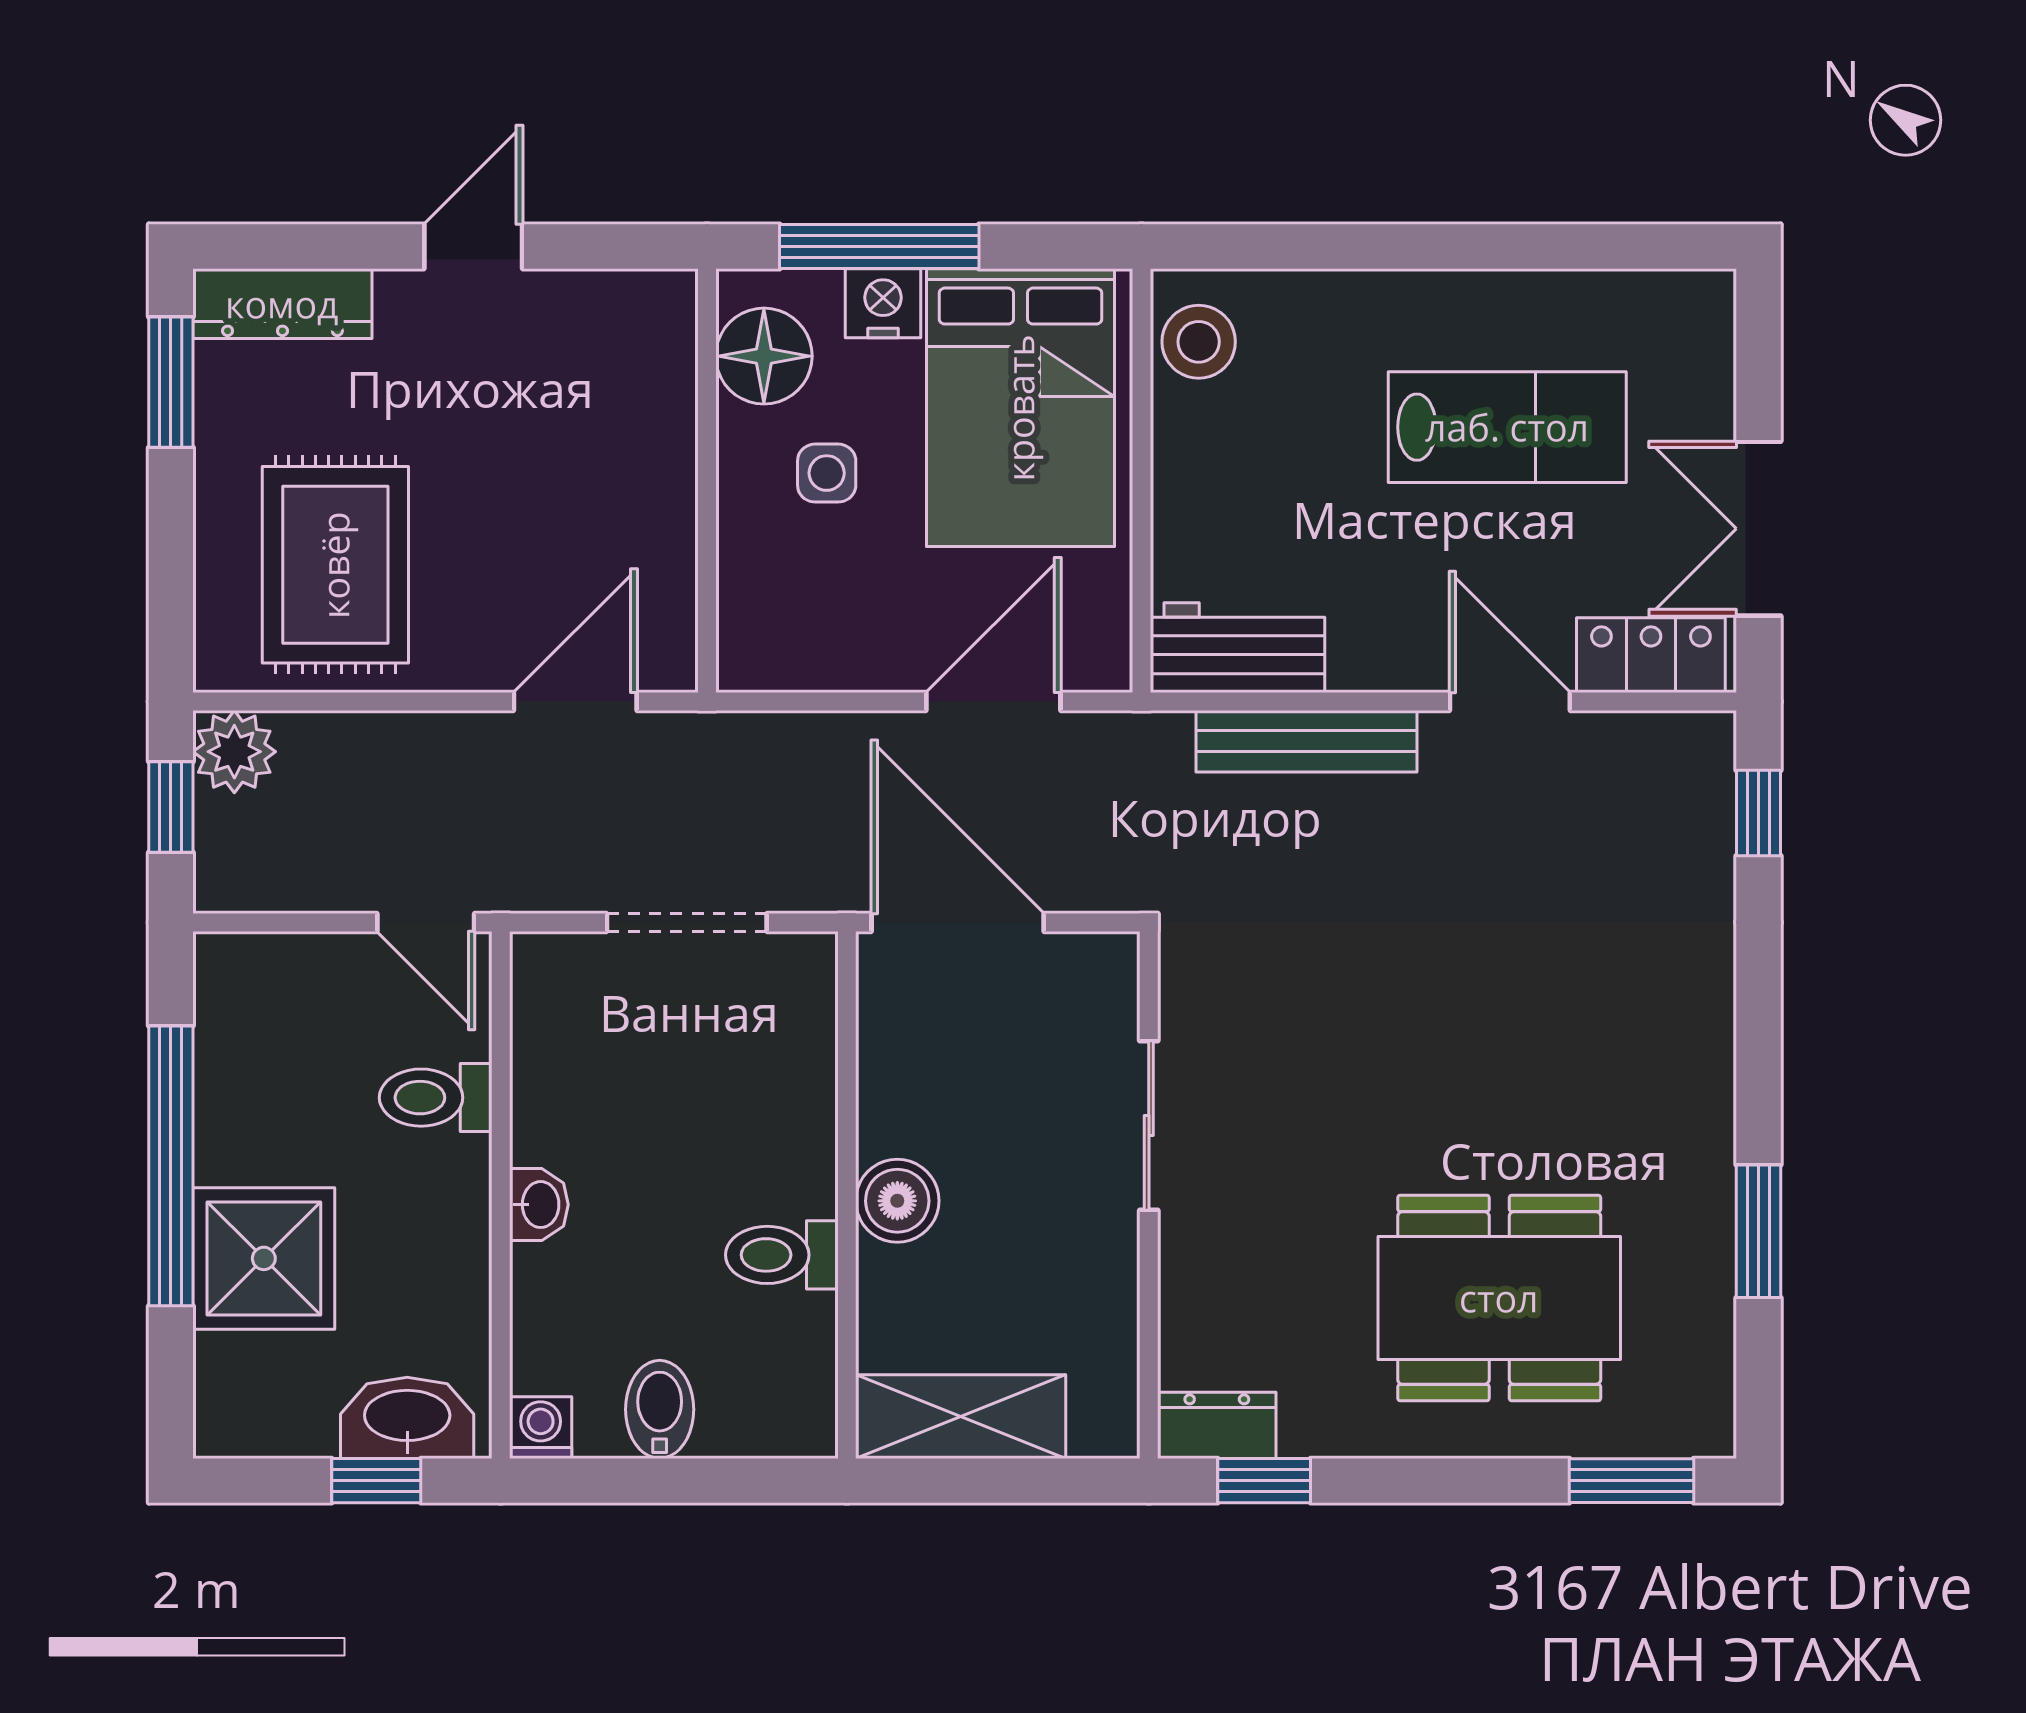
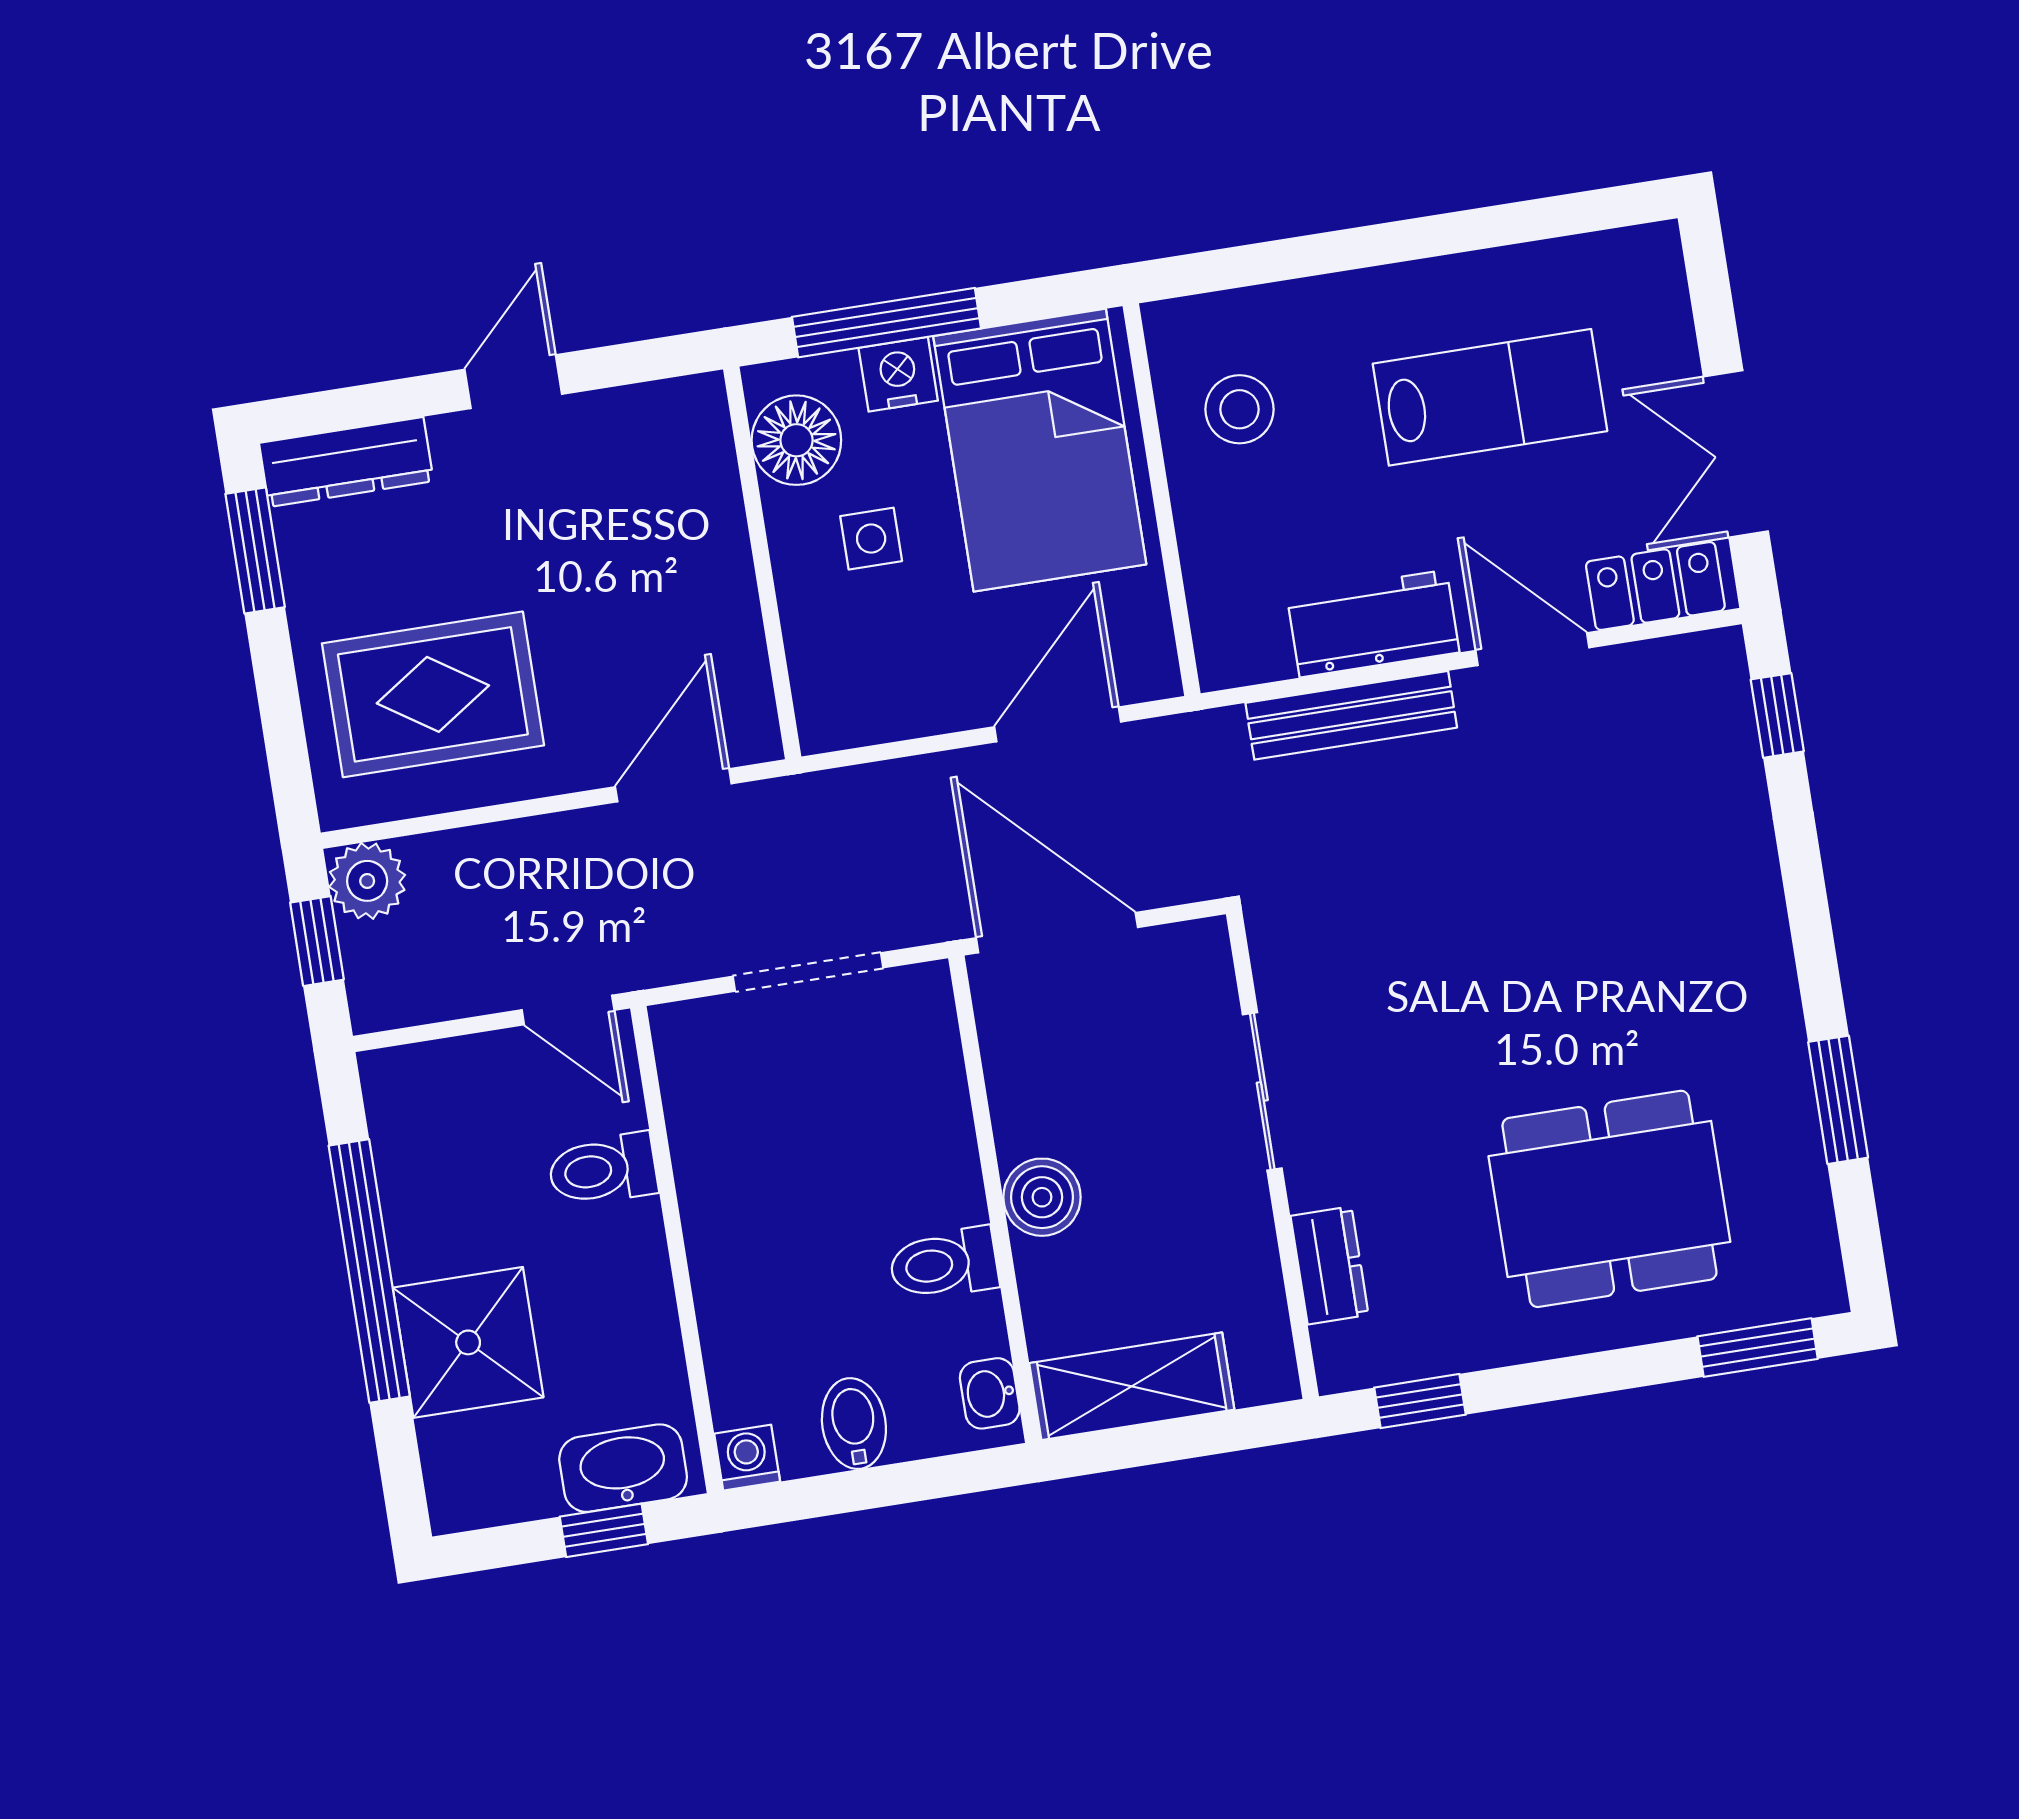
stool: (1199, 342) -> (1240, 409), moved
rug: (335, 565) -> (433, 694), turned 90
workbench: (1237, 648) -> (1373, 624), moved
washbasin: (539, 1205) -> (990, 1393), moved, turned 180
dresser: (1217, 1425) -> (1329, 1265), moved, turned 90

